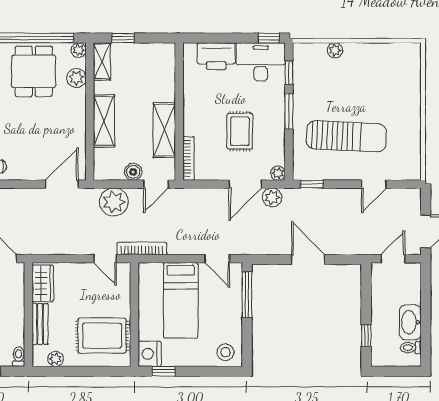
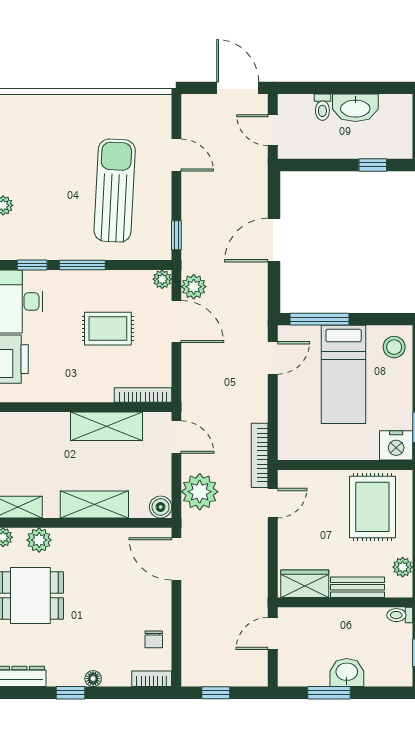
boiler: (133, 172) -> (161, 507), moved
bed: (181, 300) -> (344, 374), moved, turned 90
toilet: (411, 348) -> (322, 107), moved

